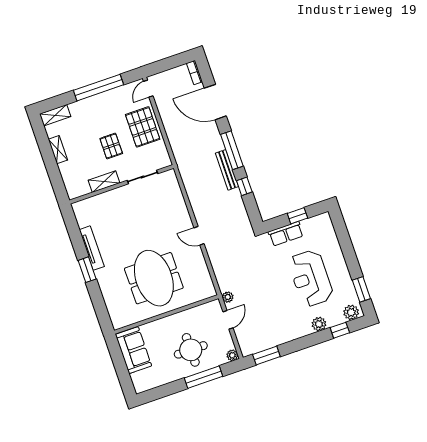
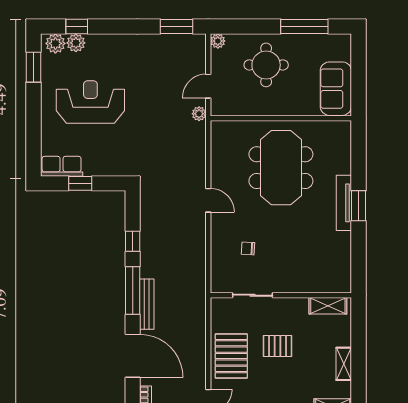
pallet: (111, 146) -> (278, 346), turned 90
bench: (227, 170) -> (147, 304), moved
shelving: (104, 182) -> (328, 306), moved
chair: (158, 210) -> (248, 248), added
row of seats: (286, 234) -> (62, 166), moved
tv unit: (92, 248) -> (344, 203), moved
reception desk: (311, 278) -> (90, 102), turned -90
plant: (319, 324) -> (76, 43), moved
window: (203, 377) -> (304, 27), moved

